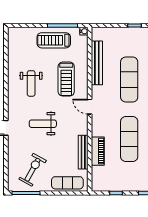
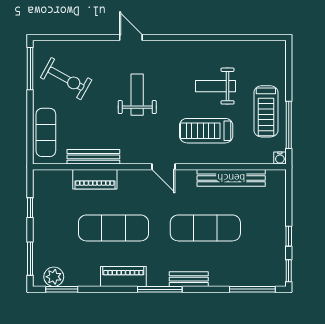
treadmill: (54, 40) -> (266, 111), turned 180
weight bench: (31, 83) -> (216, 86), moved
door: (90, 107) -> (164, 167), swing flipped

